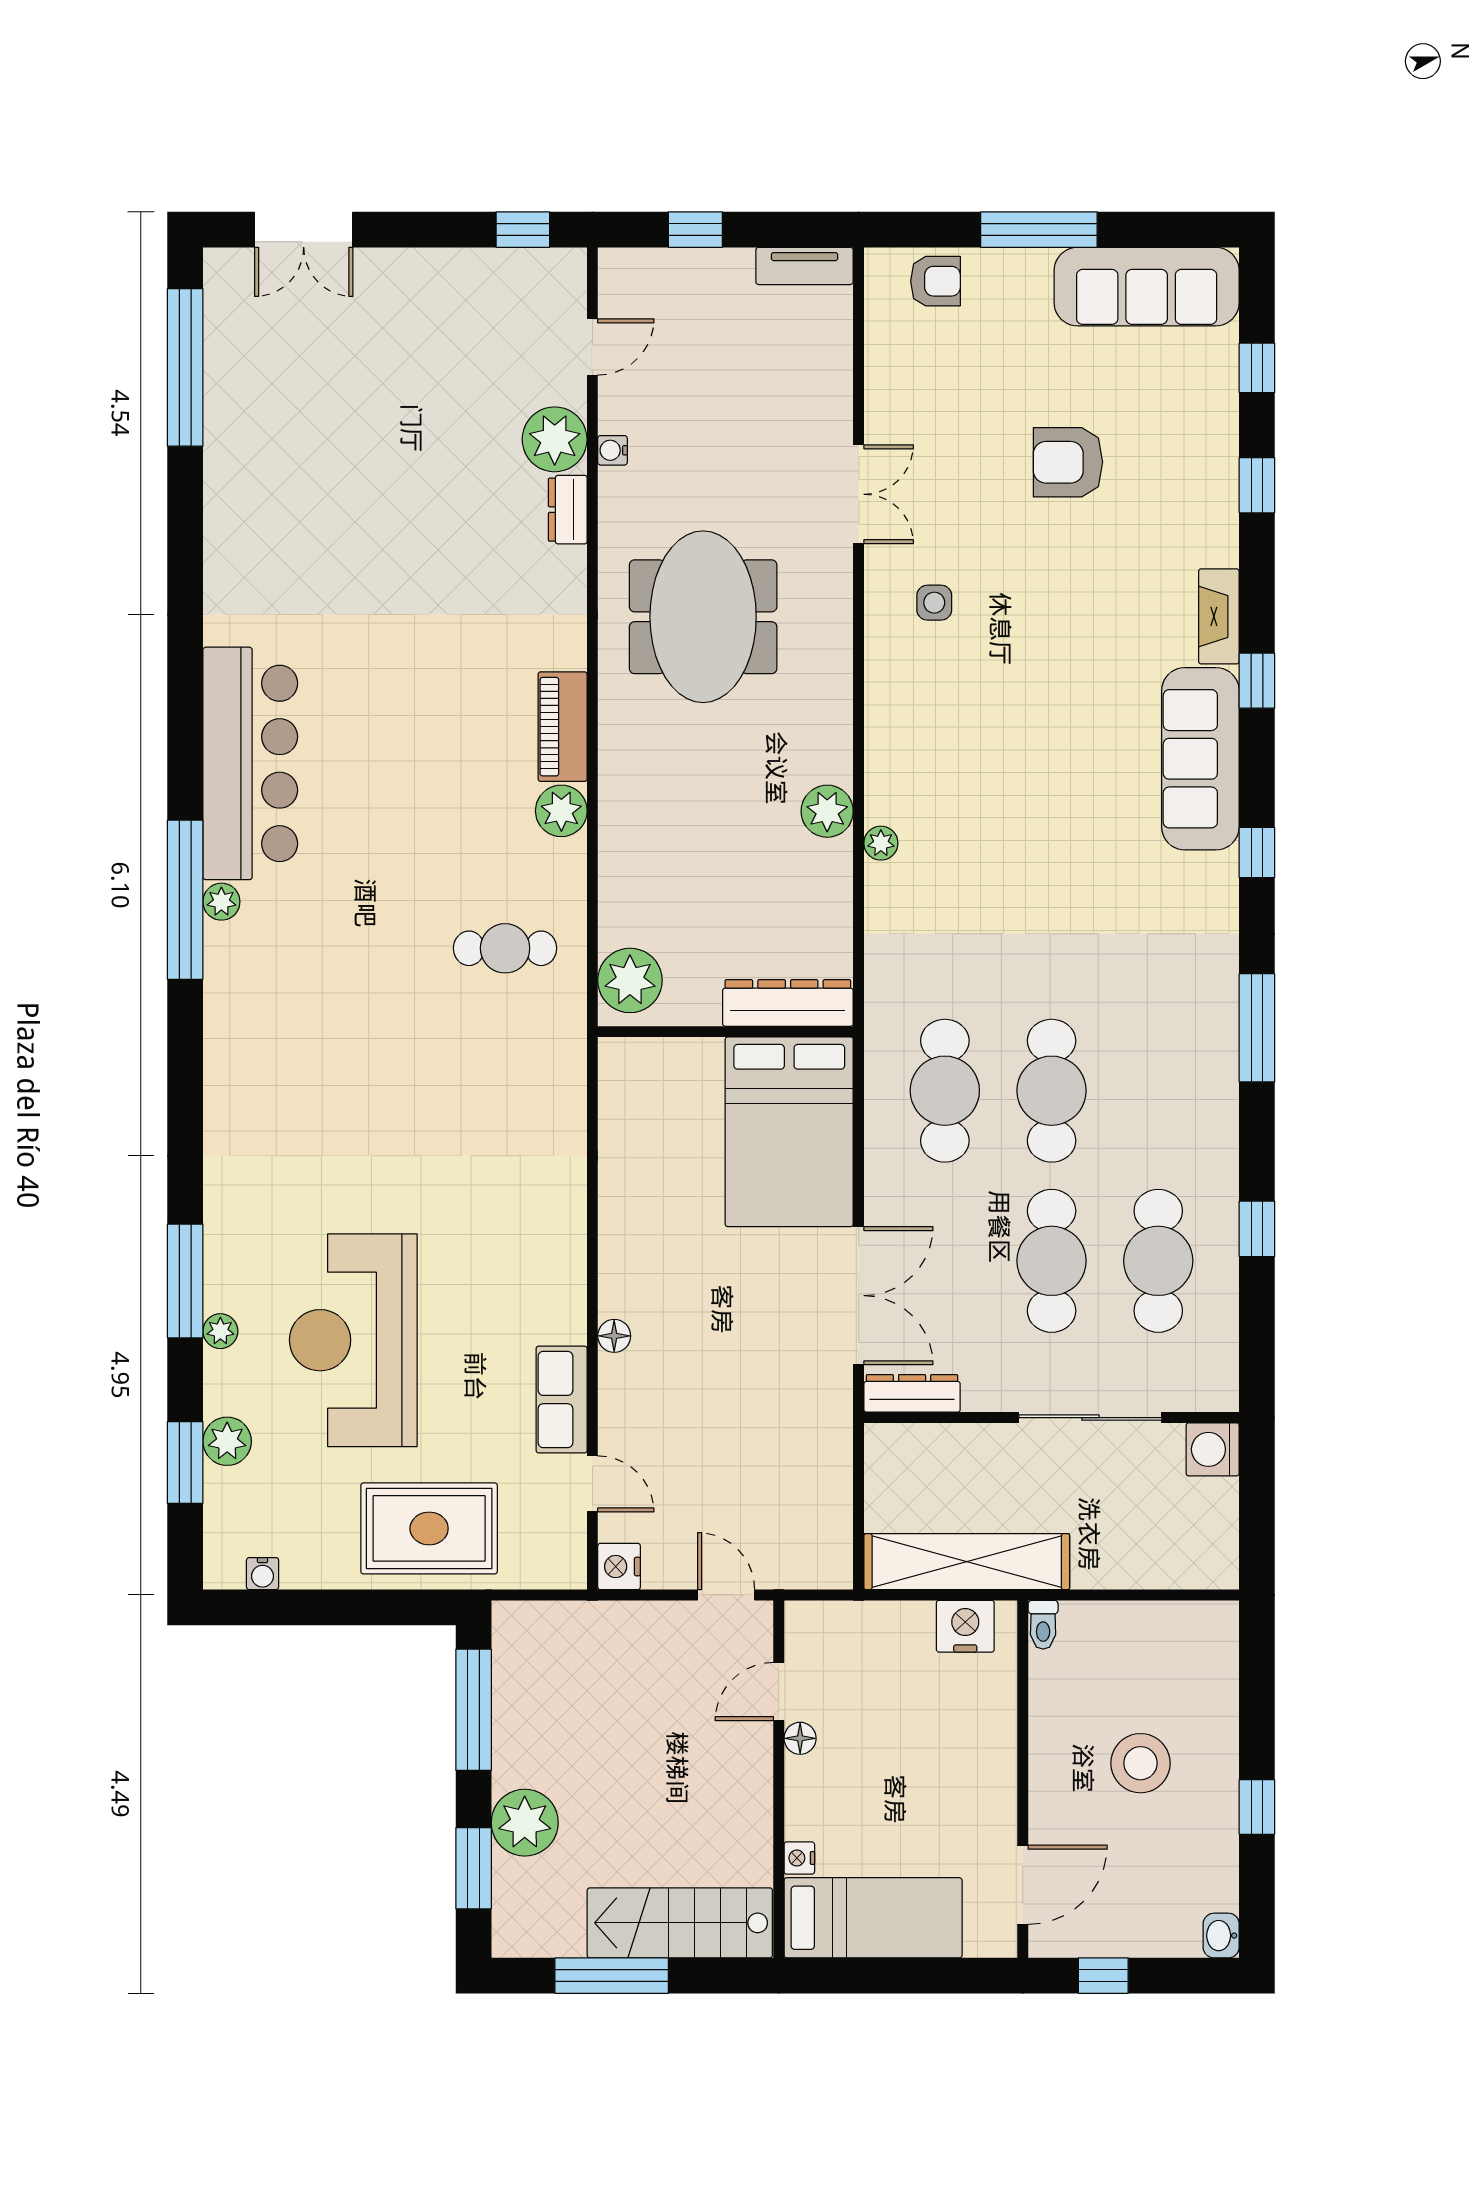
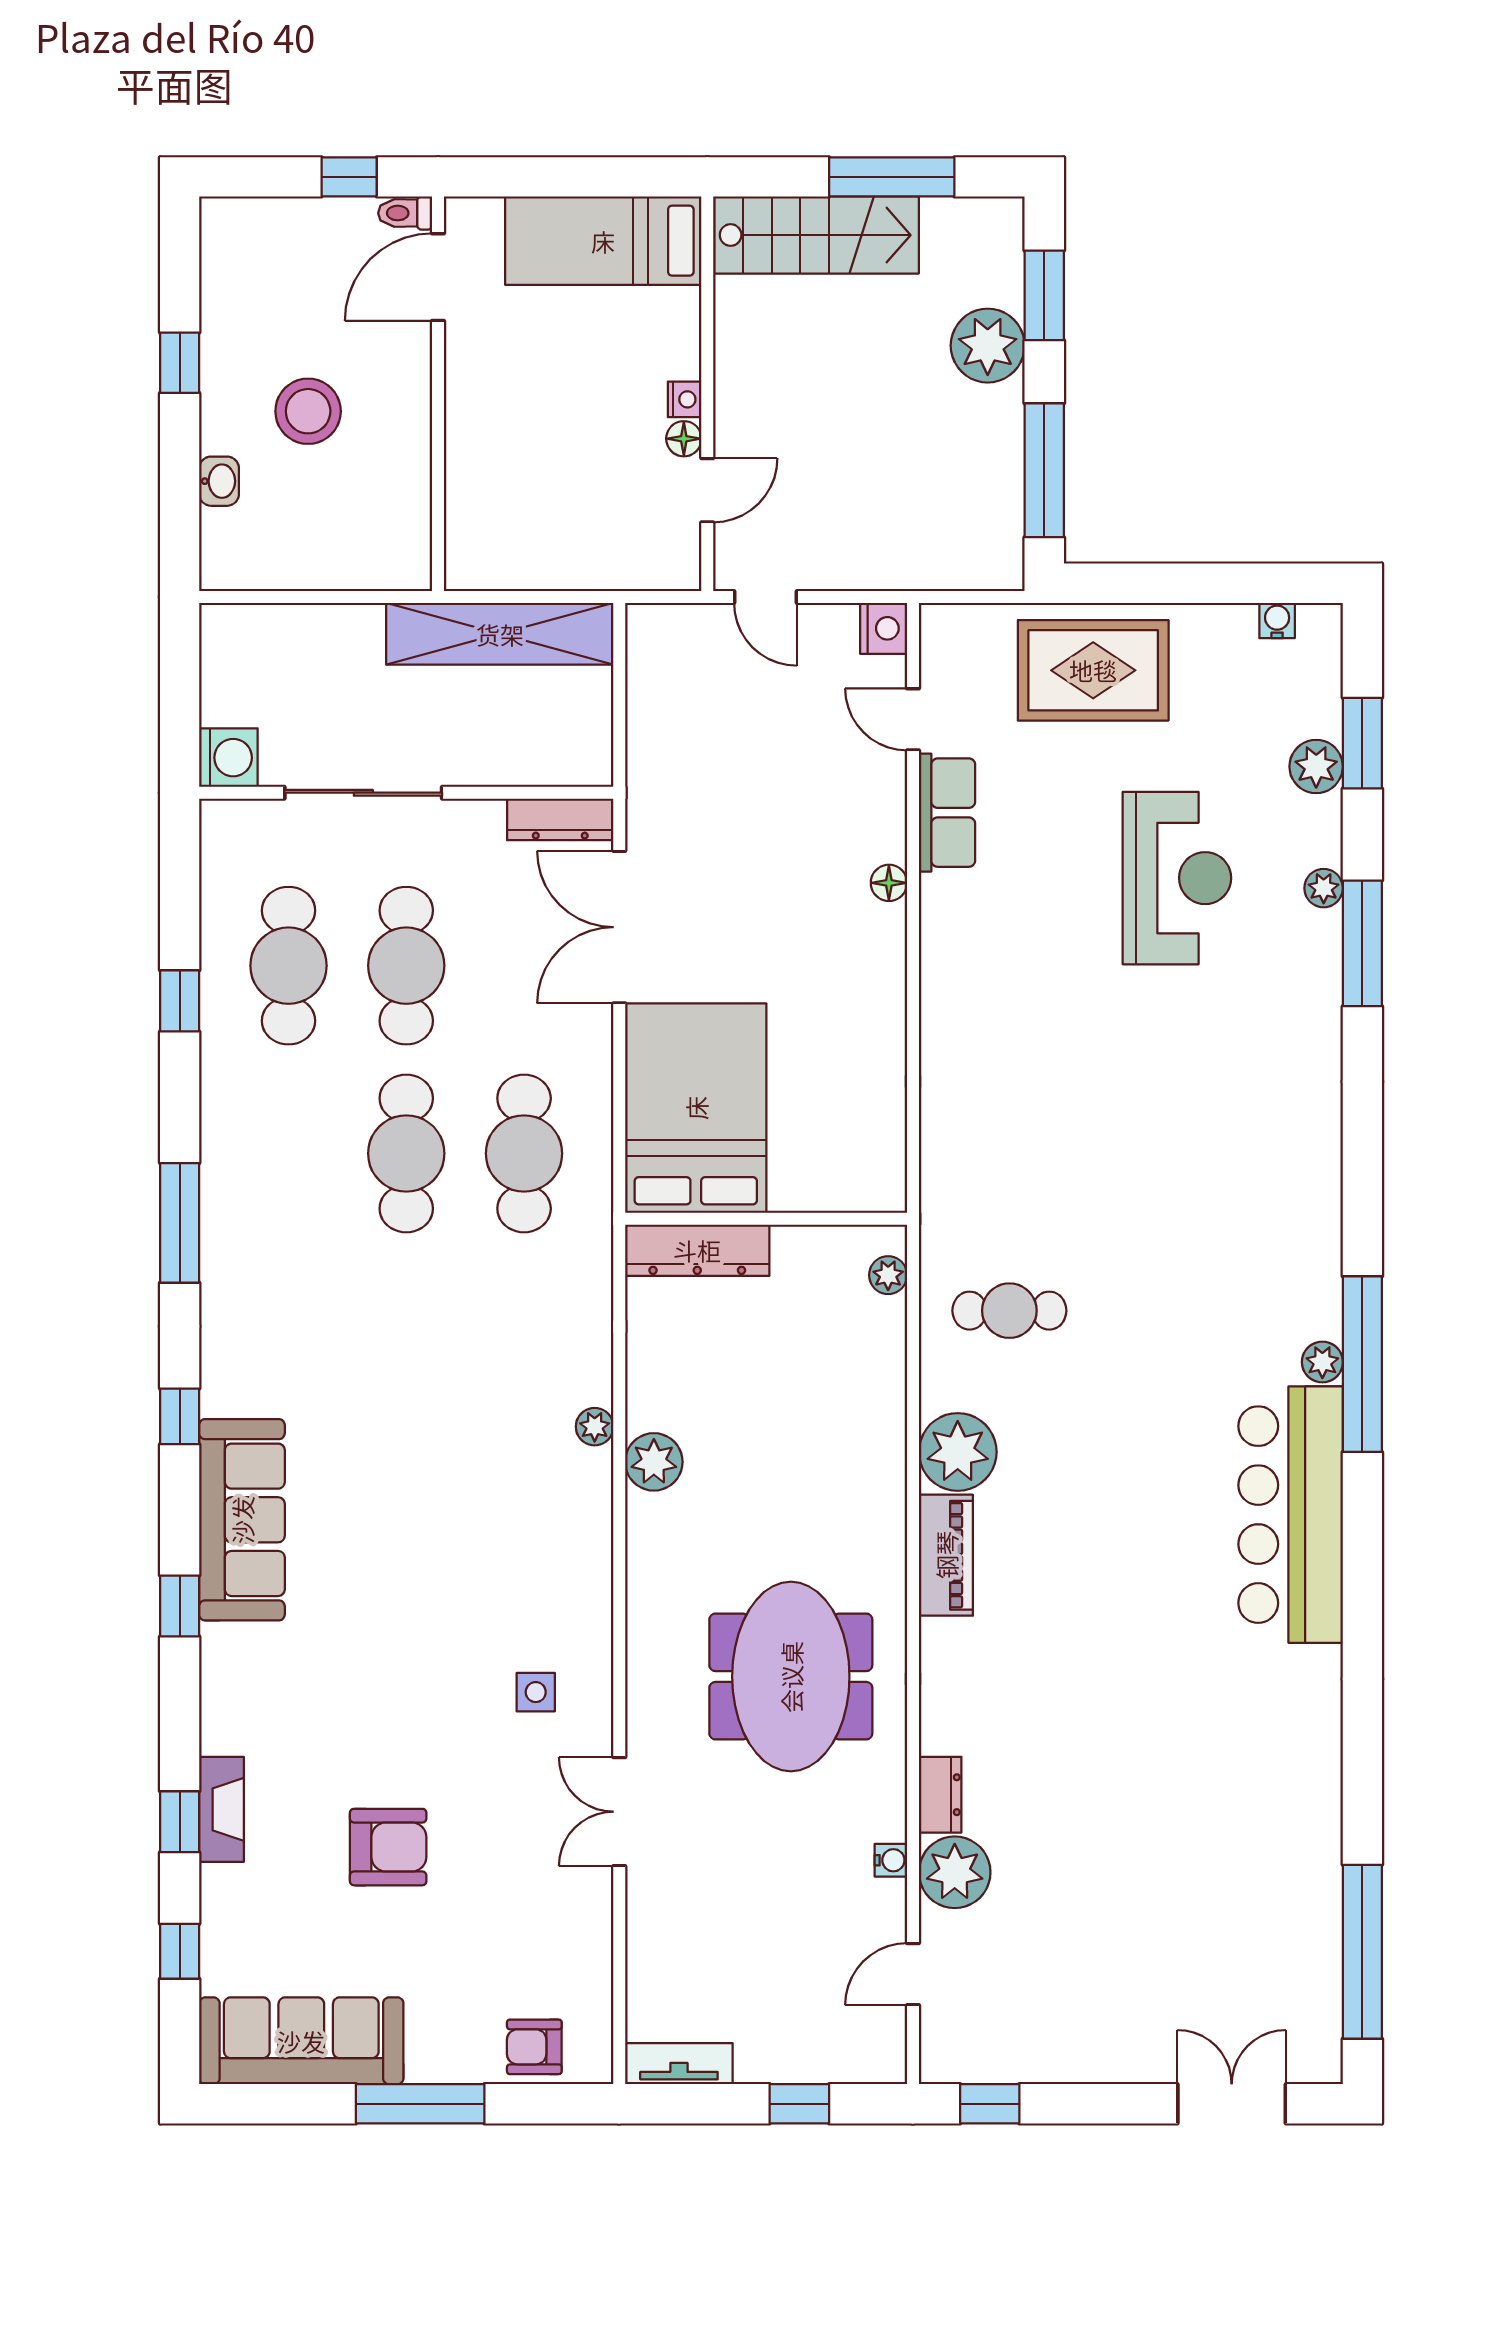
fireplace: (1219, 616) -> (222, 1809), moved
plant: (561, 811) -> (958, 1452), width x1.36, depth x1.36
plant: (630, 980) -> (888, 1275), width x0.53, depth x0.53
reception desk: (353, 1340) -> (1177, 878), width x0.74, depth x0.77
toilet: (1043, 1625) -> (405, 213), moved, turned -90
nightstand: (965, 1626) -> (501, 562), removed
nightstand: (799, 1858) -> (685, 399), moved
washbasin: (1221, 1936) -> (219, 481), moved

